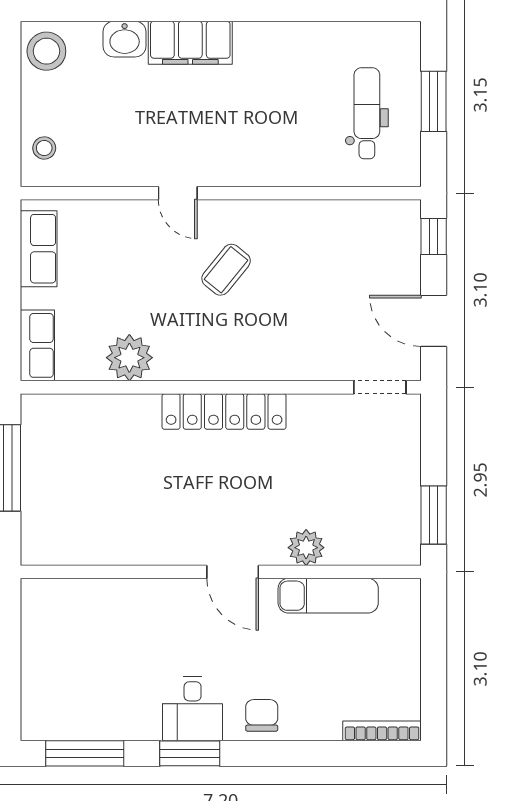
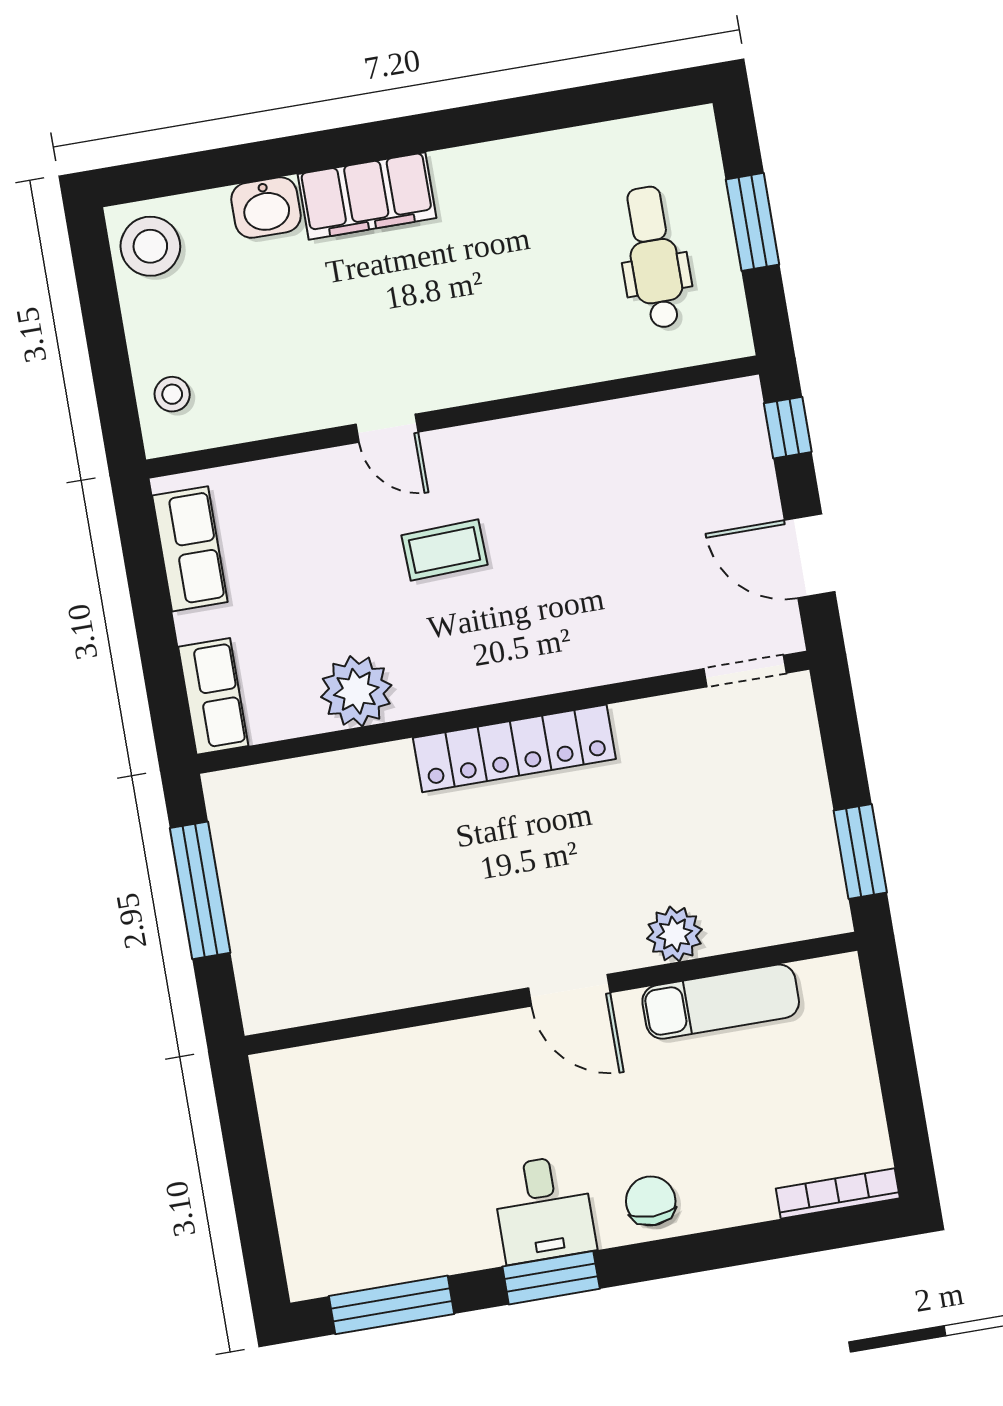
coffee table: (226, 270) -> (445, 550), moved, turned 49

